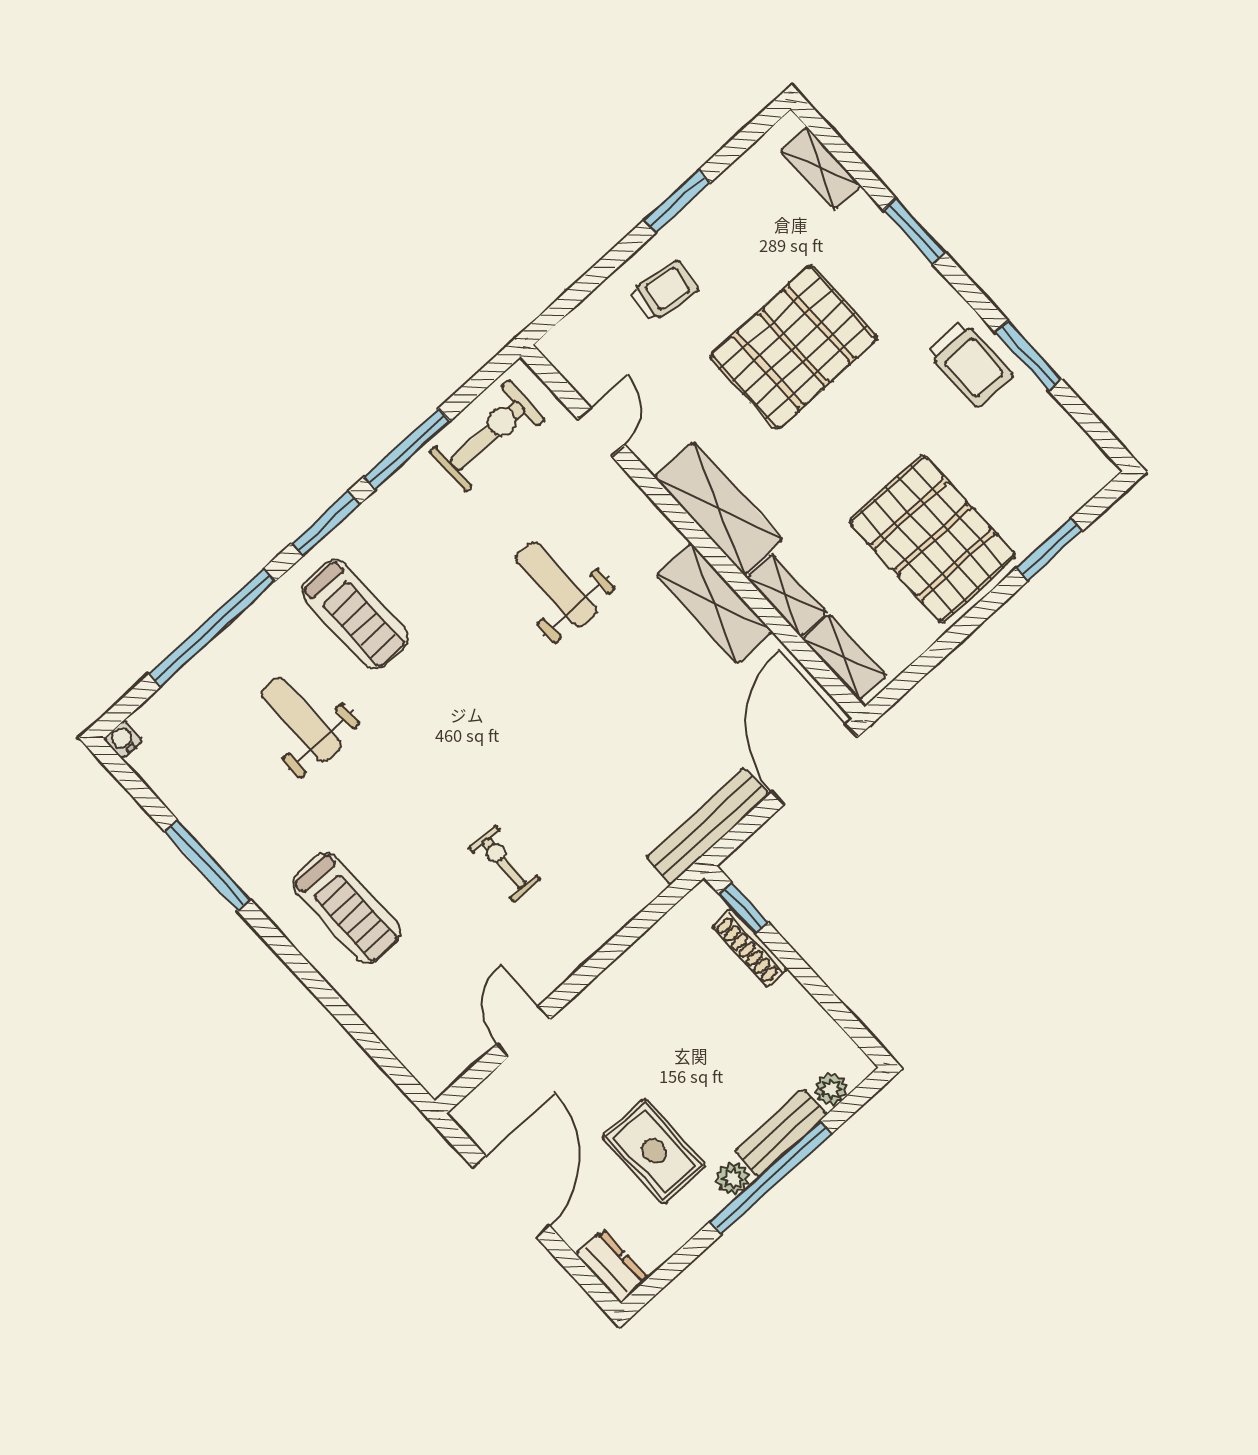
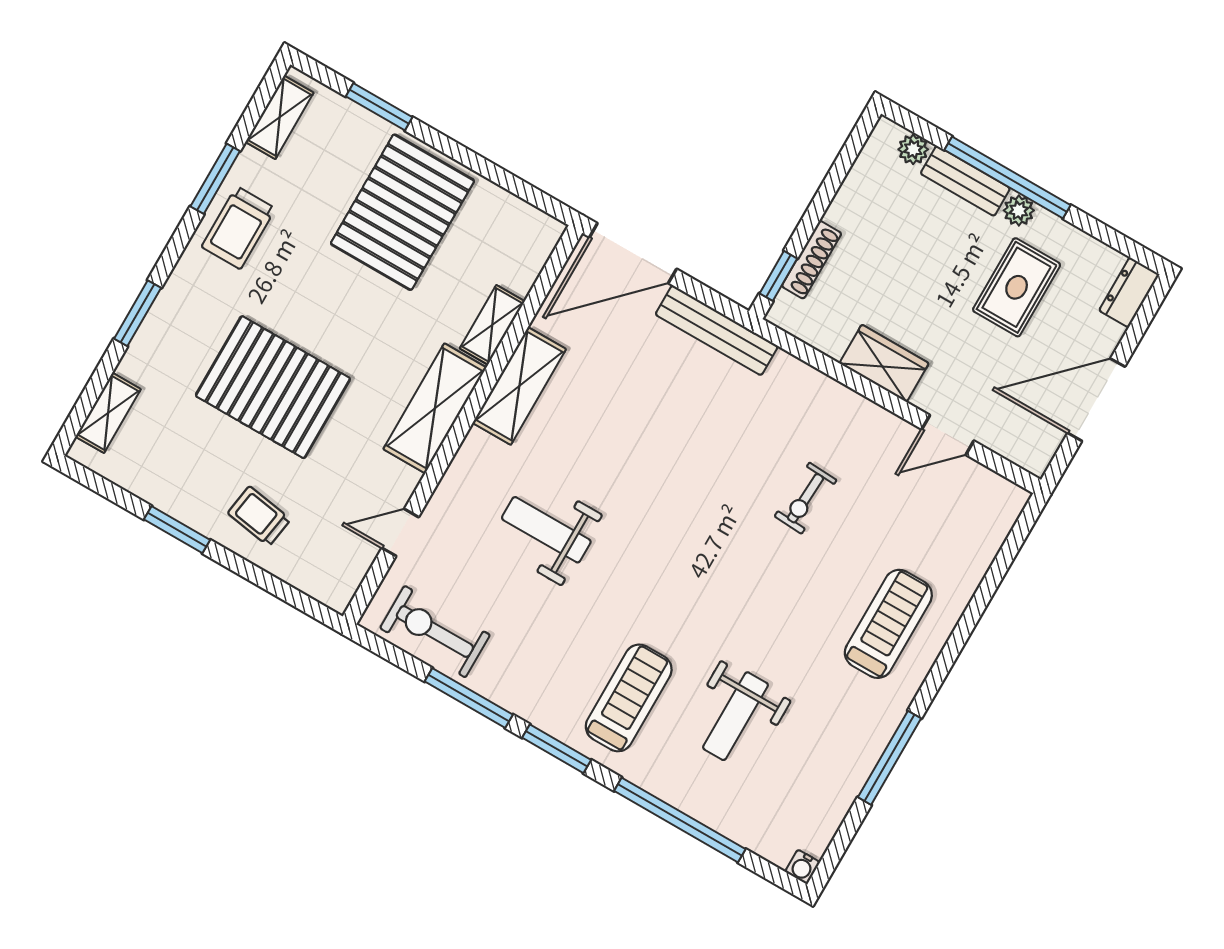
trolley: (970, 364) -> (238, 228), turned 180
weight bench: (556, 584) -> (546, 530), turned 90
shelving: (845, 657) -> (280, 117), moved
wardrobe: (618, 989) -> (884, 363), added

